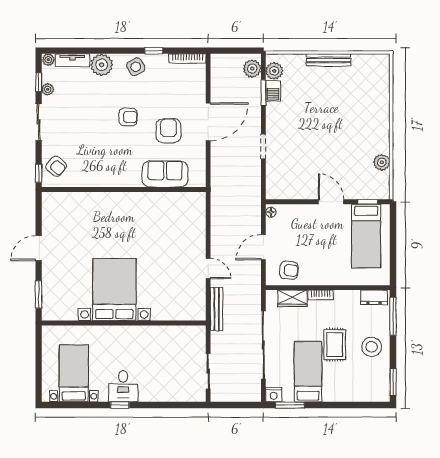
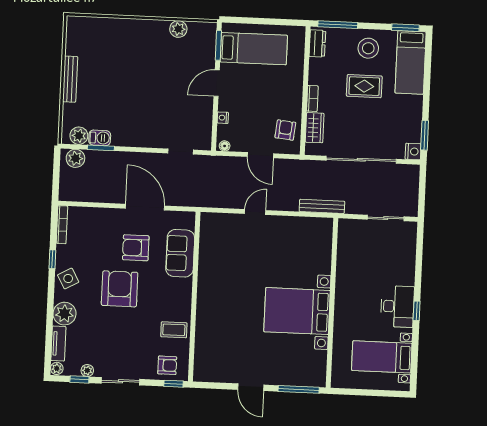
armchair: (128, 117) -> (120, 289), width x1.88, depth x1.88
door: (208, 122) -> (145, 207), moved
doorway: (263, 146) -> (181, 152), moved
armchair: (56, 166) -> (167, 365), turned 50
coffee table: (91, 171) -> (174, 330), added
window: (368, 202) -> (218, 45), width x1.50
nightstand: (298, 209) -> (223, 118), added
door: (208, 269) -> (255, 212), moved
window: (39, 295) -> (299, 389), width x1.44
bed: (308, 372) -> (411, 62), moved, turned -90
desk: (123, 386) -> (397, 306), width x1.37

